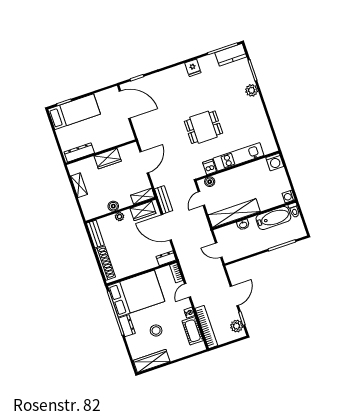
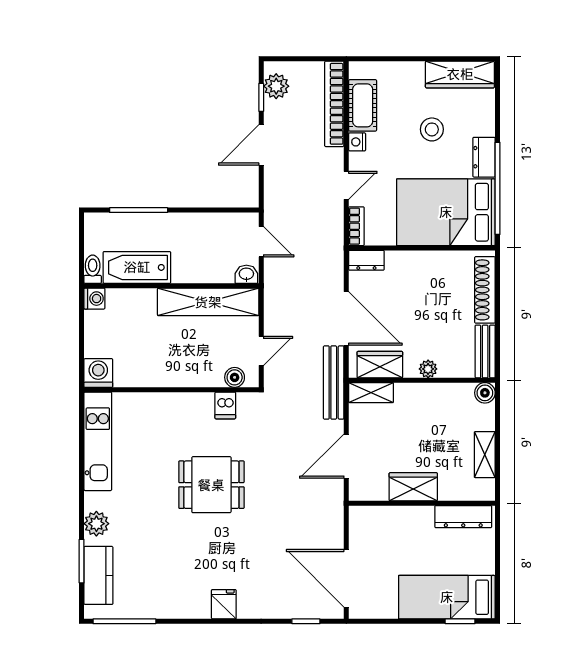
kitchen counter: (231, 55) -> (98, 575), moved, turned 90
fridge: (193, 68) -> (224, 604), moved
kitchen unit: (239, 157) -> (98, 441), moved, turned -90
bench: (164, 200) -> (334, 382), width x1.36
boiler: (113, 206) -> (485, 393), moved
washbasin: (243, 225) -> (246, 274), moved

